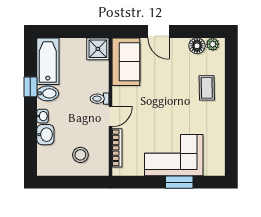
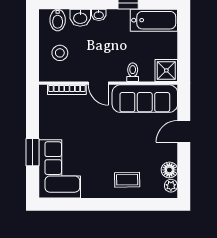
sofa: (126, 62) -> (145, 99), width x1.36
bidet: (48, 93) -> (58, 20), moved
toilet: (100, 99) -> (133, 72), moved
corner sofa: (174, 155) -> (60, 169), moved

